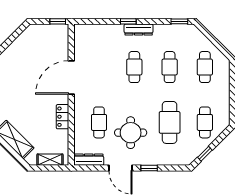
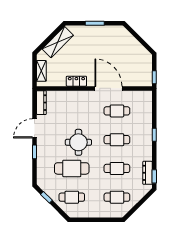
dresser: (139, 30) -> (147, 173), moved
cafe table: (99, 122) -> (117, 111), moved
round table: (131, 133) -> (78, 142), moved

